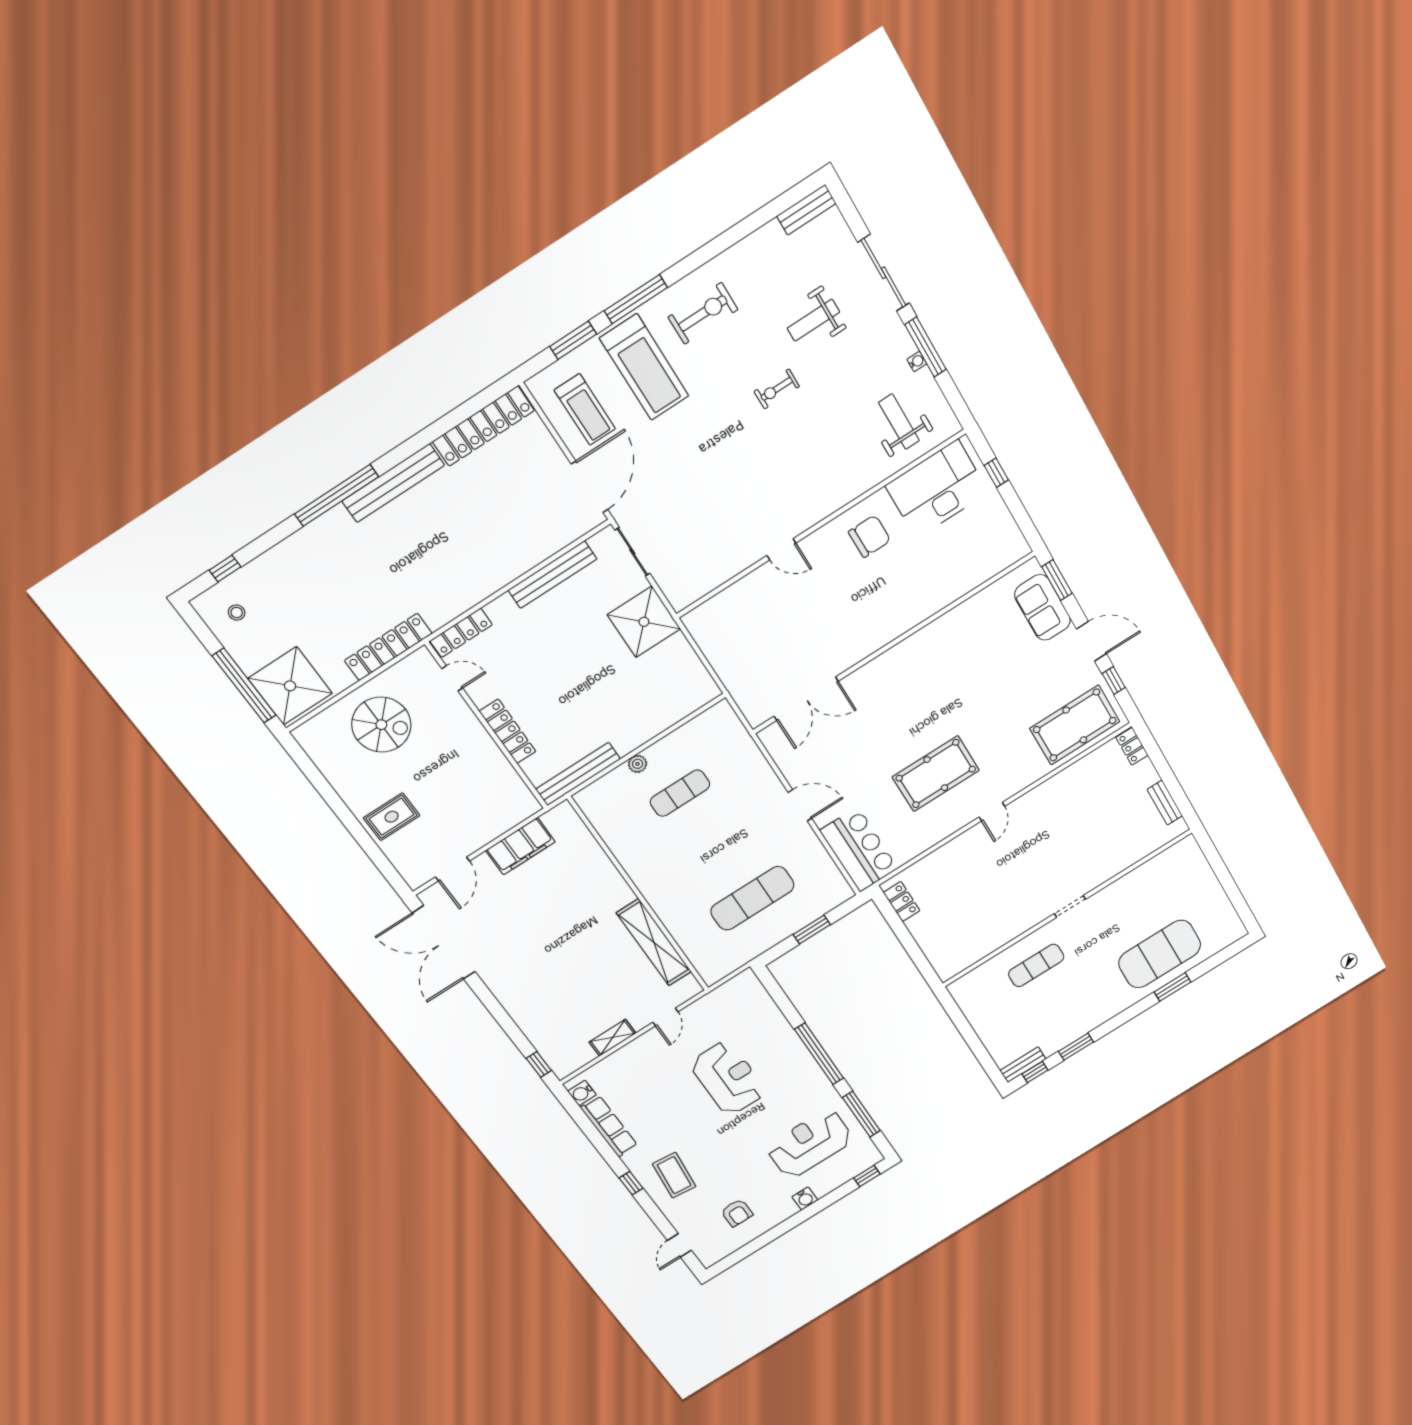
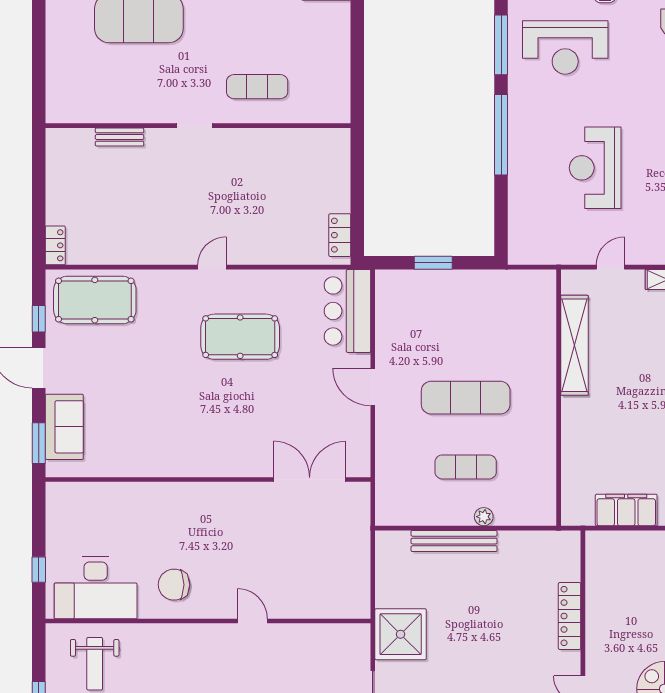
bench: (578, 774) -> (454, 541), moved
bench: (1165, 803) -> (120, 137), moved, turned 90
exercise mat: (752, 898) -> (466, 398), moved

